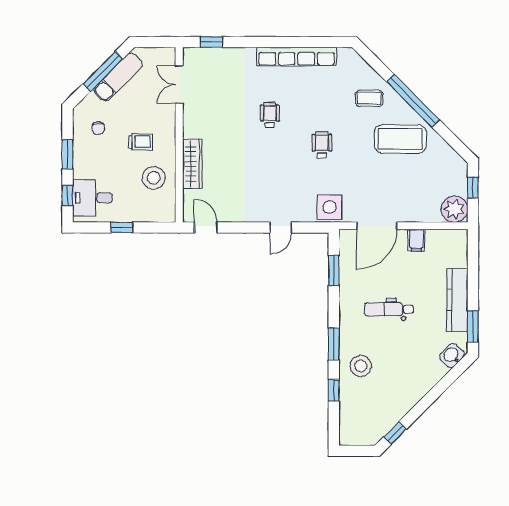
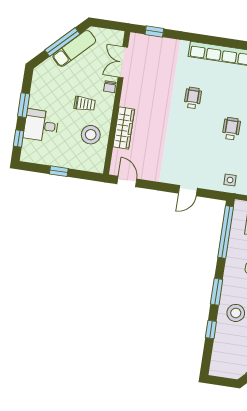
chair: (98, 128) -> (110, 87), moved
desk: (92, 198) -> (41, 125), moved
side table: (330, 207) -> (230, 180), width x0.54, depth x0.54
window: (334, 270) -> (226, 232), width x2.11

